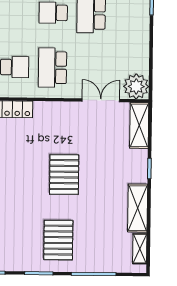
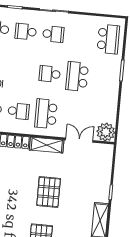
shelving: (139, 125) -> (47, 145), moved, turned 90

